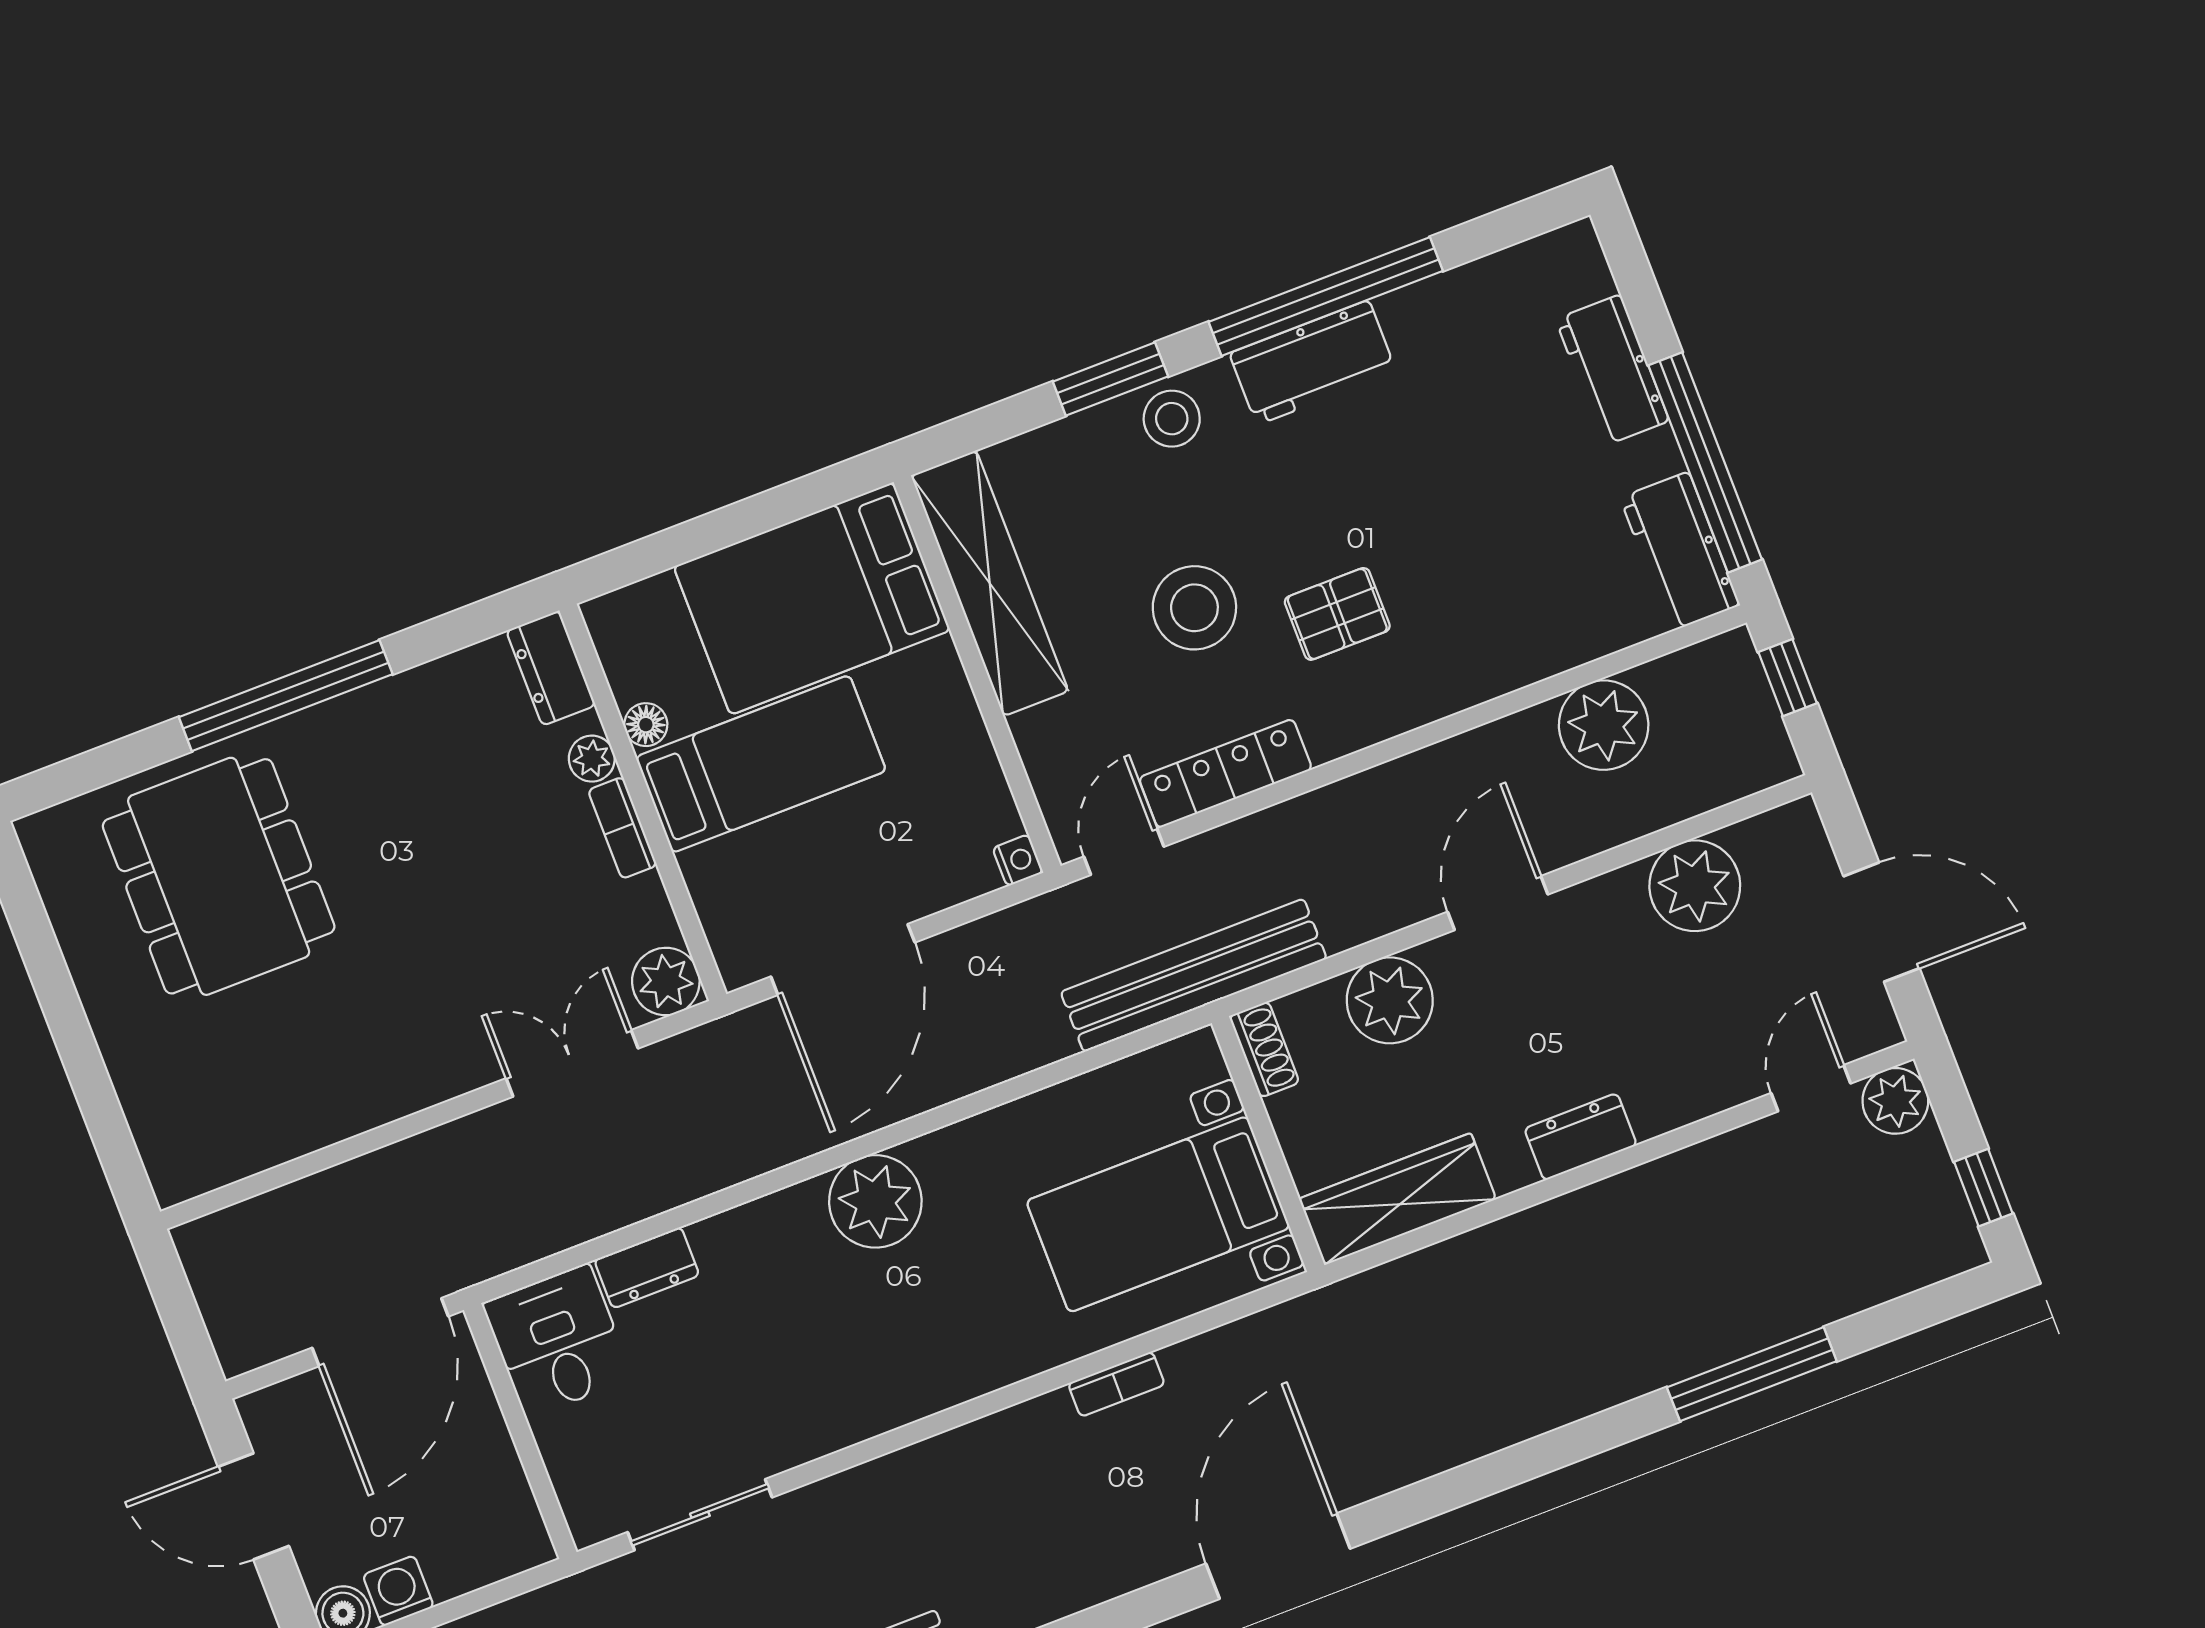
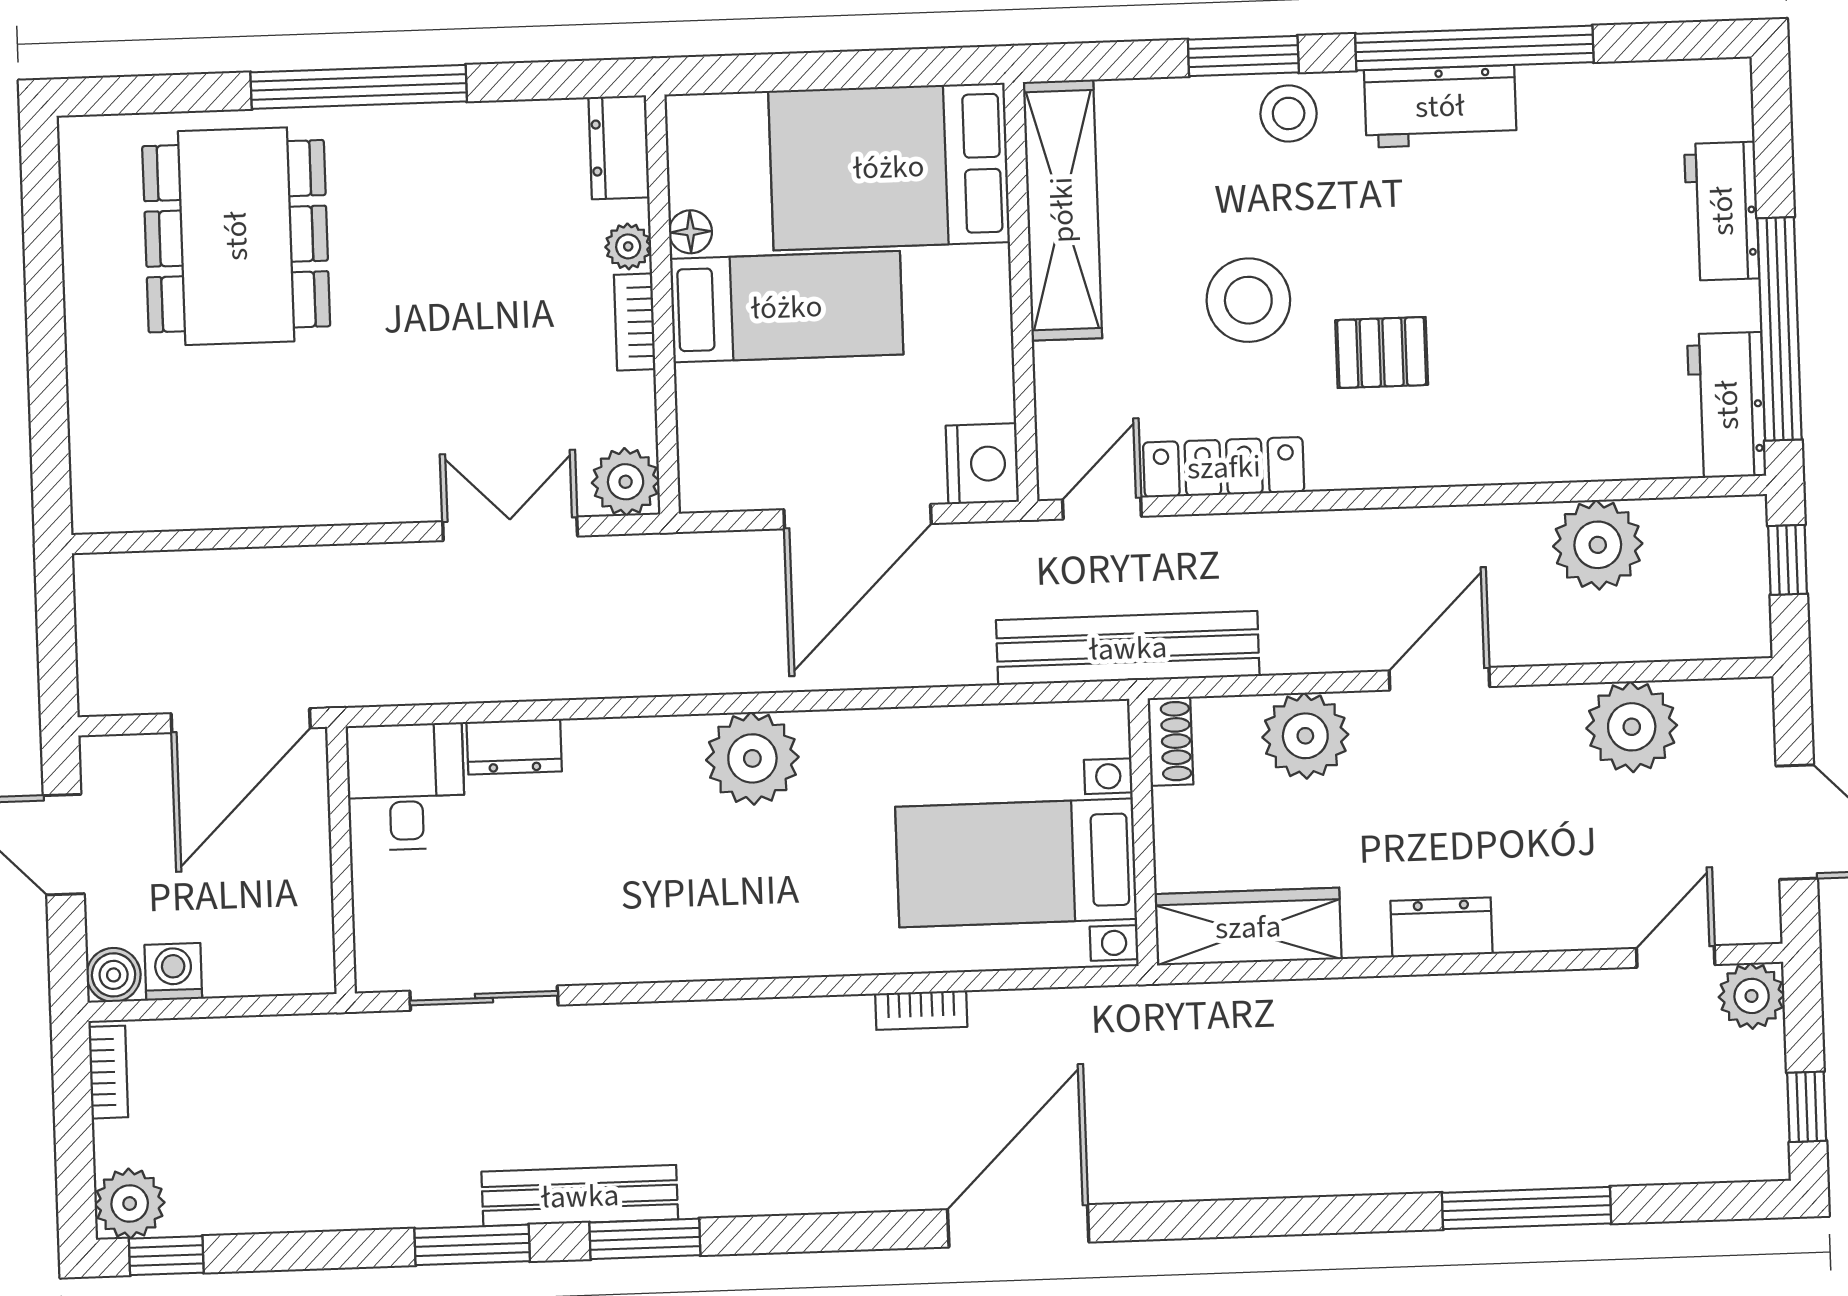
nightstand: (1018, 860) -> (982, 464), width x1.89, depth x1.79
door: (843, 959) -> (858, 517), moved

